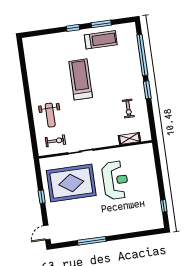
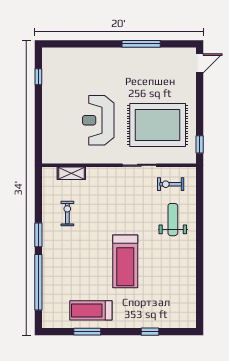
window: (73, 28) -> (150, 332), moved
window: (42, 197) -> (200, 144), moved

